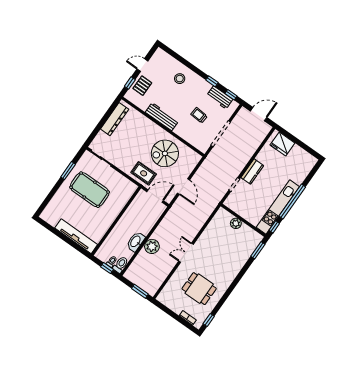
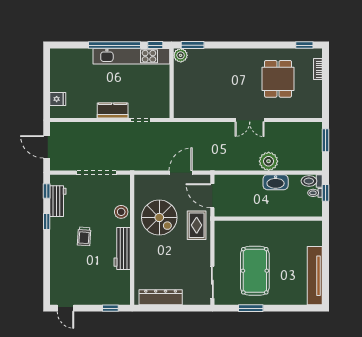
door: (142, 65) -> (65, 308), moved
stool: (180, 79) -> (121, 212), moved
pallet: (142, 86) -> (104, 293), removed
trolley: (199, 115) -> (84, 236), moved
fridge: (282, 144) -> (58, 99), width x0.53, depth x0.75
plant: (236, 223) -> (181, 55), moved
tv unit: (76, 236) -> (315, 276), moved

